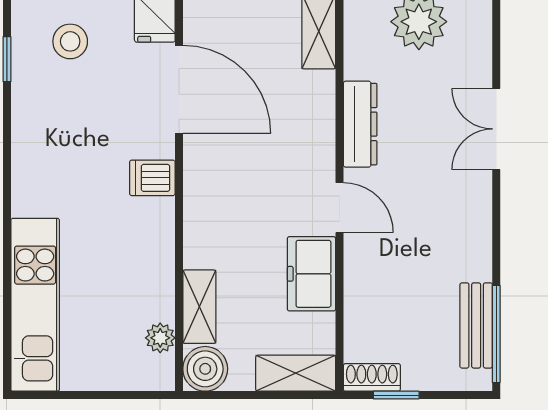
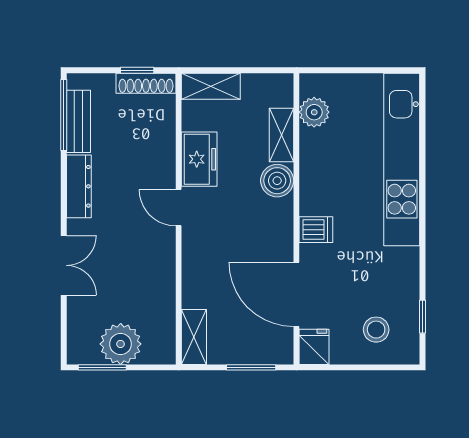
dresser: (360, 124) -> (79, 186), moved, turned 180
kitchen unit: (35, 305) -> (402, 159), width x1.36
plant: (160, 338) -> (314, 112), width x1.38, depth x1.38
boiler: (205, 369) -> (277, 181), moved
shoe rack: (372, 377) -> (146, 83), width x1.43

